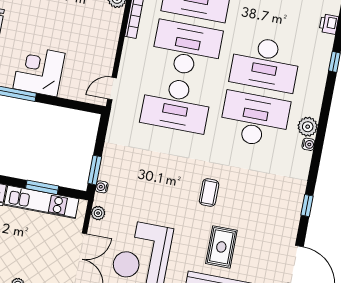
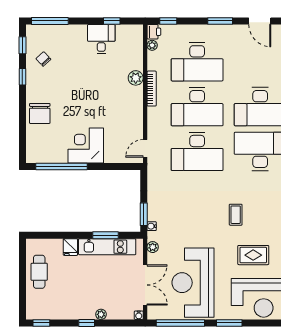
desk: (187, 49) -> (197, 107), turned 180
rug: (221, 247) -> (253, 255), turned 90

